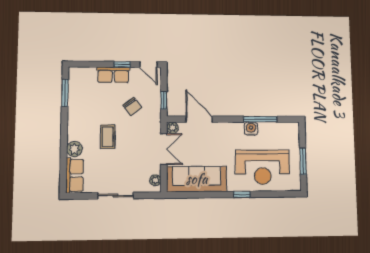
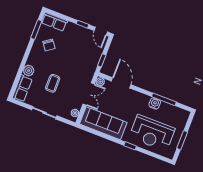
row of seats: (113, 75) -> (54, 22), moved
chair: (132, 106) -> (49, 45), moved
coffee table: (108, 137) -> (53, 83), moved

